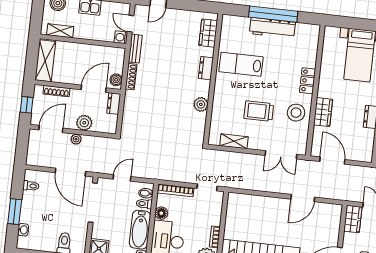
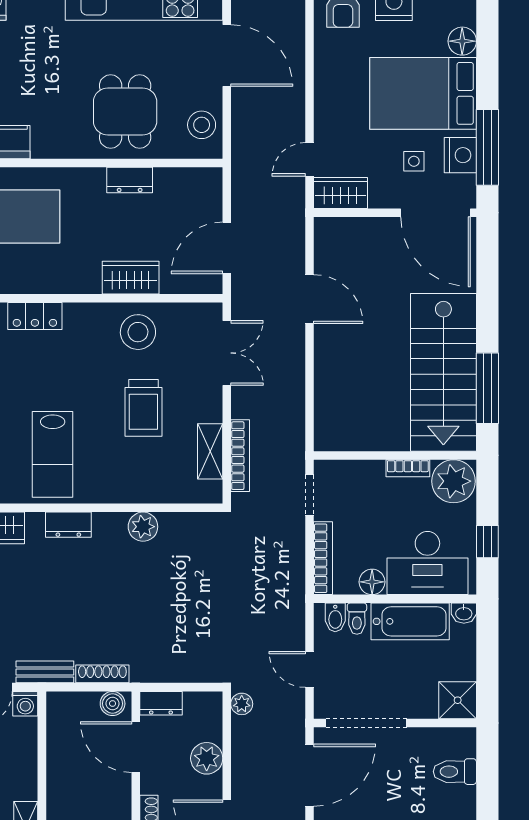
locker: (308, 81) -> (35, 316), moved
plant: (76, 139) -> (242, 704), moved
bookcase: (230, 156) -> (240, 456), added

